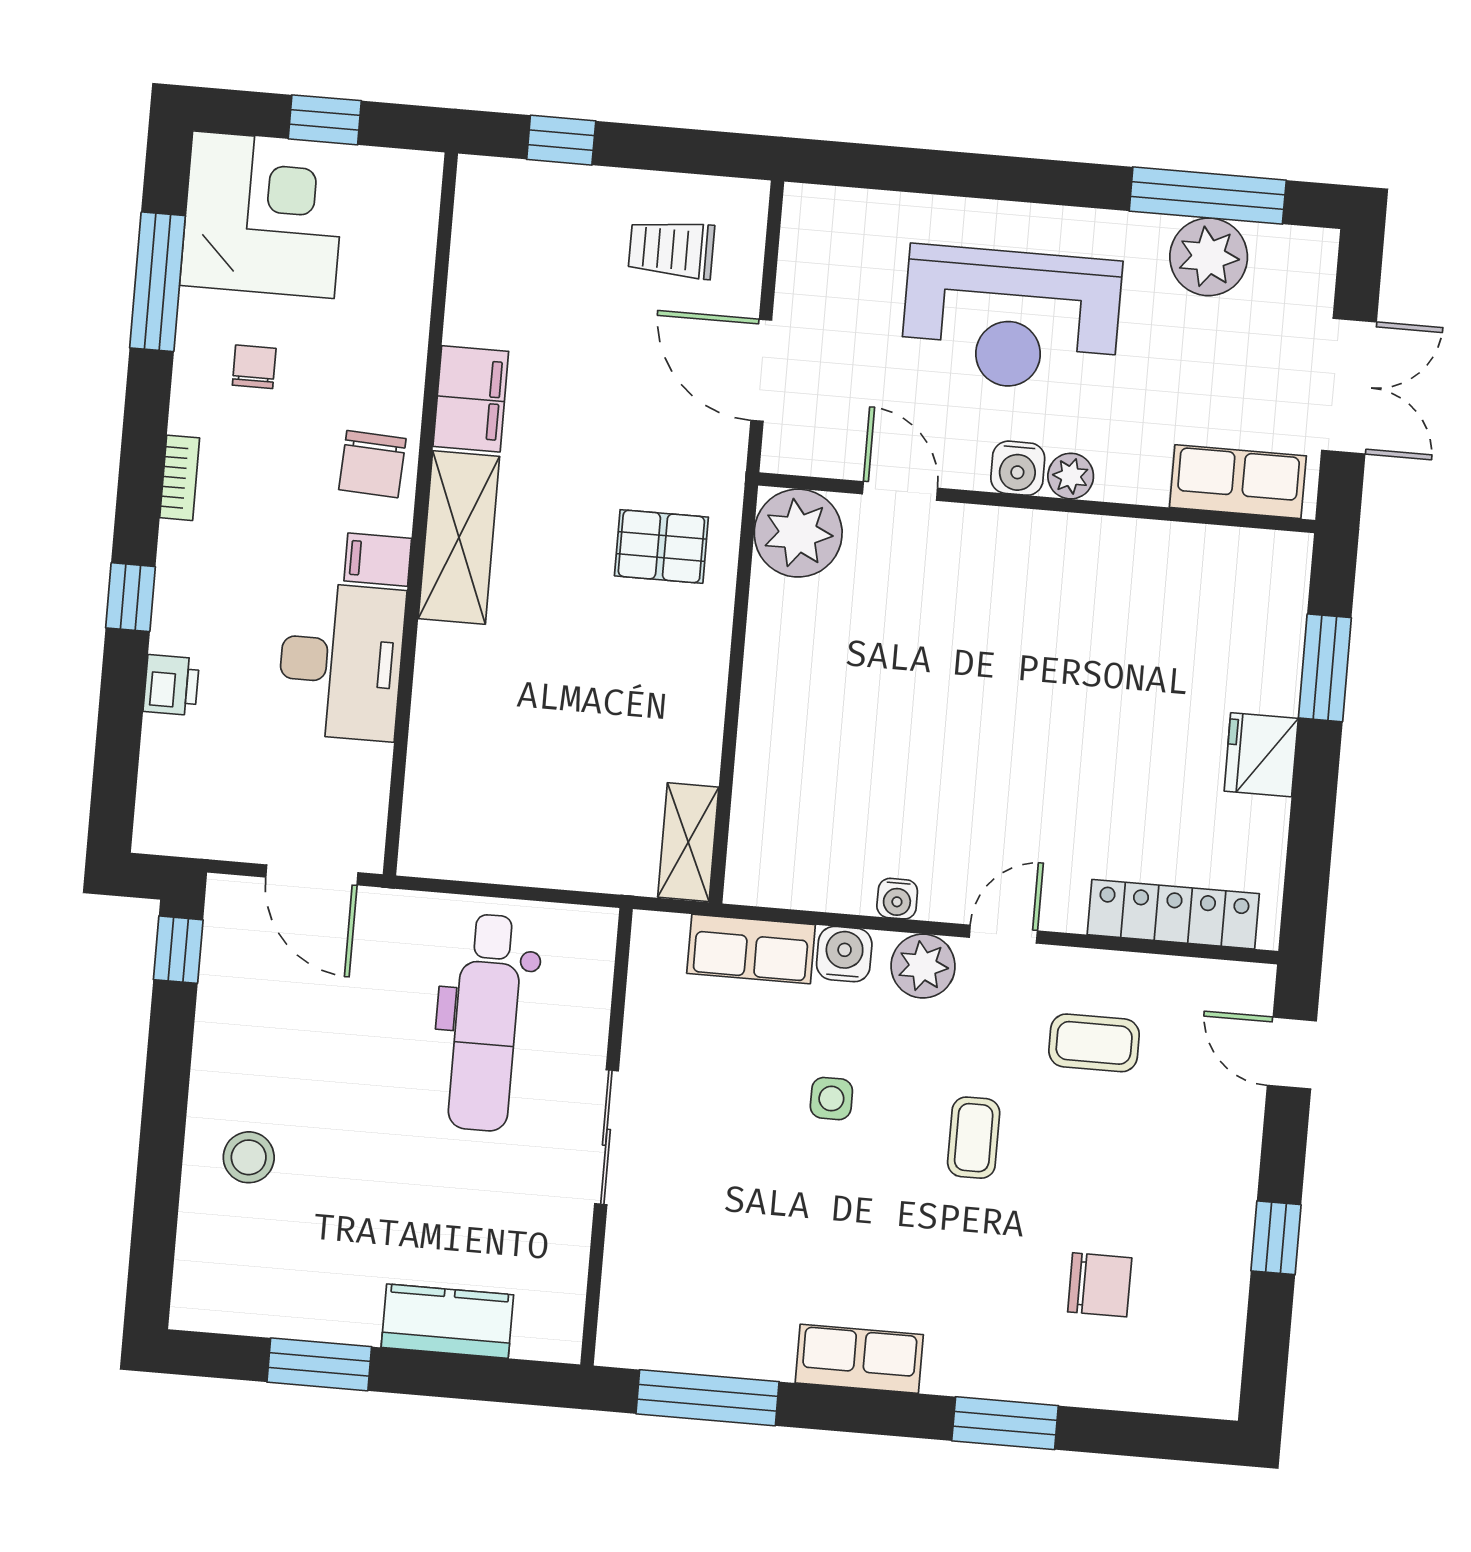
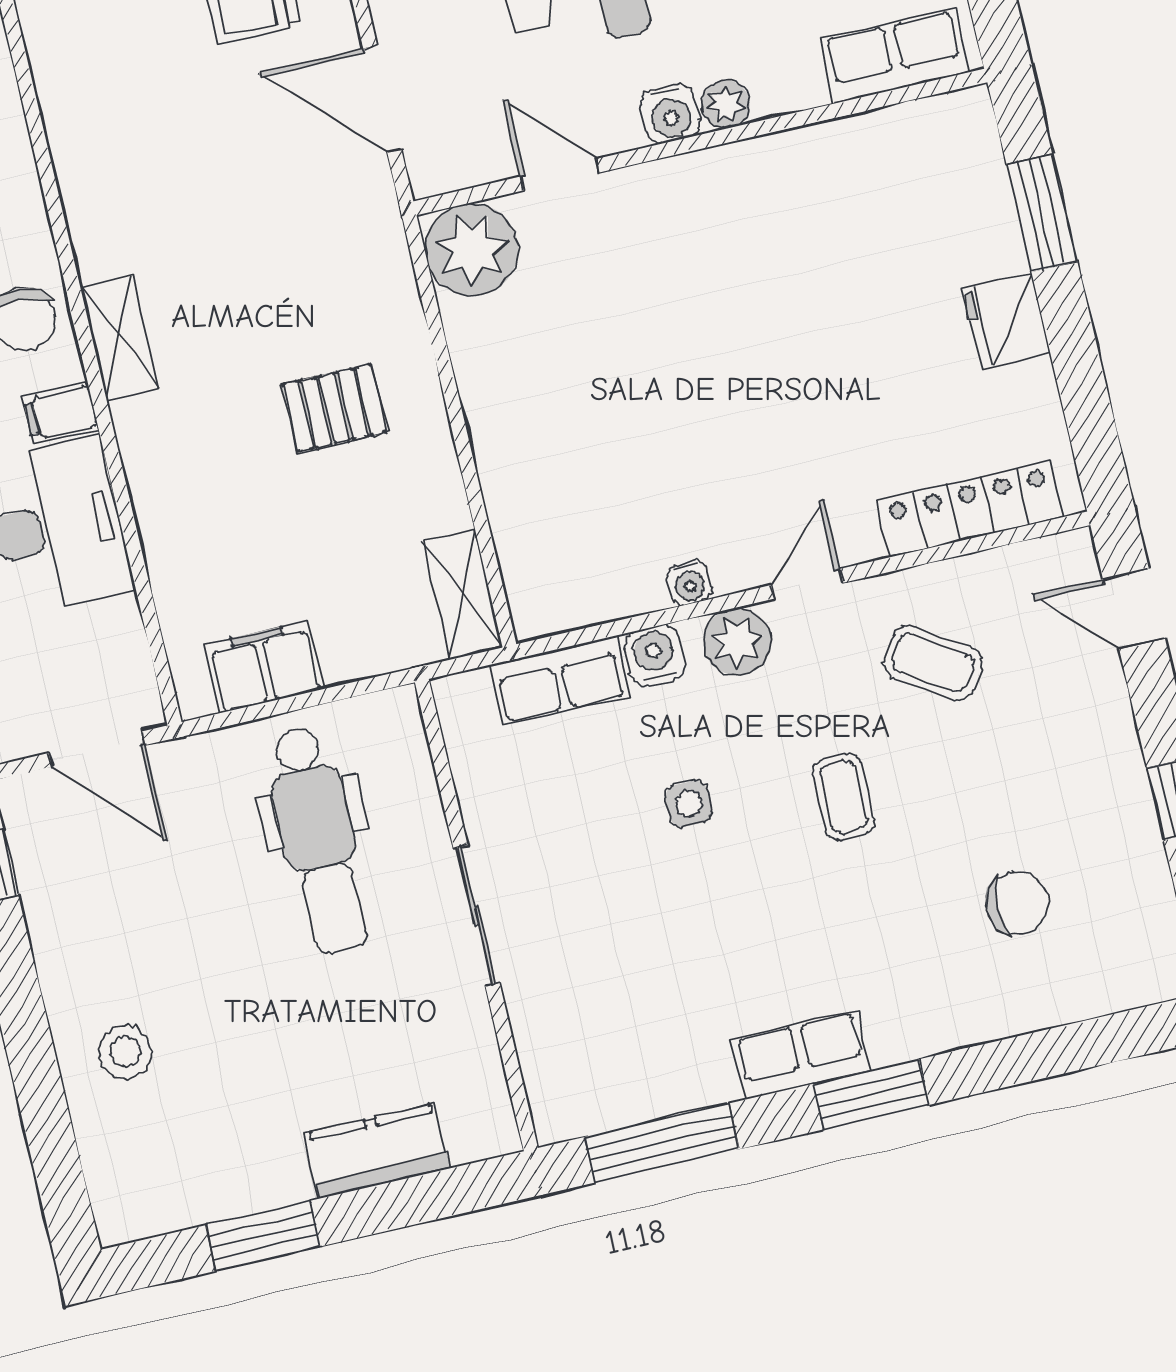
filing cabinet: (471, 399) -> (264, 667), moved, turned -90
shelving: (459, 538) -> (119, 337), width x0.67, depth x0.75
pallet: (661, 546) -> (334, 408), moved
coffee table: (1094, 1043) -> (933, 663), turned 33
window: (1005, 1423) -> (871, 1094), moved

